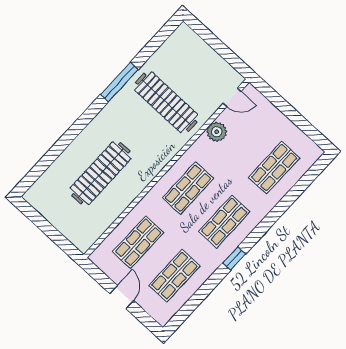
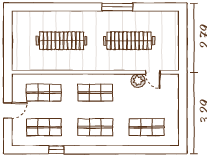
door: (232, 97) -> (153, 72), moved
clothes rail: (166, 102) -> (129, 41), turned 90
window: (234, 258) -> (56, 150), moved

